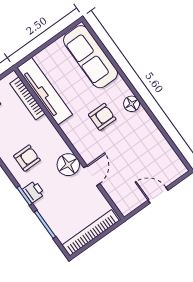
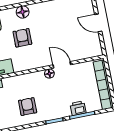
floor lamp: (68, 165) -> (49, 74), width x0.53, depth x0.53
printer: (34, 192) -> (78, 108), moved
door: (158, 195) -> (98, 23), hinge flipped

